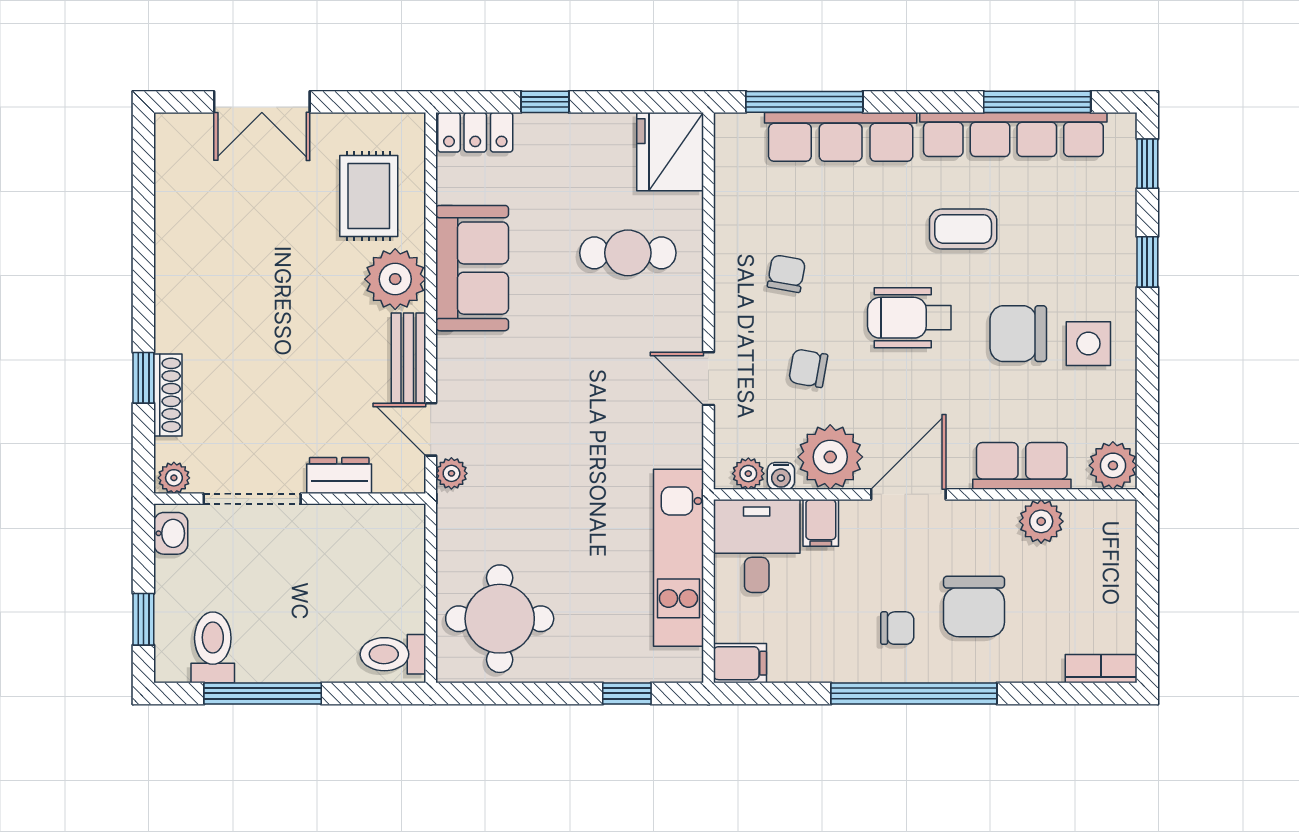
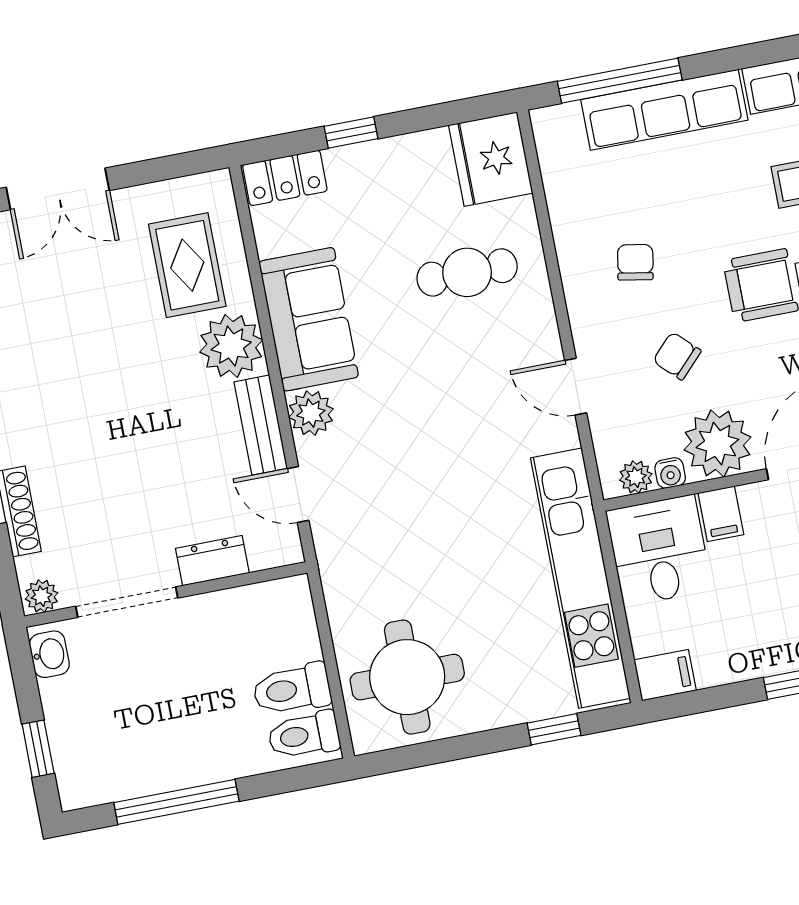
chair: (808, 368) -> (677, 356), turned 34
plant: (451, 473) -> (311, 413), moved, width x1.38, depth x1.38
kitchen unit: (678, 558) -> (580, 578), width x1.36
toilet: (213, 647) -> (292, 689), moved, turned -90

